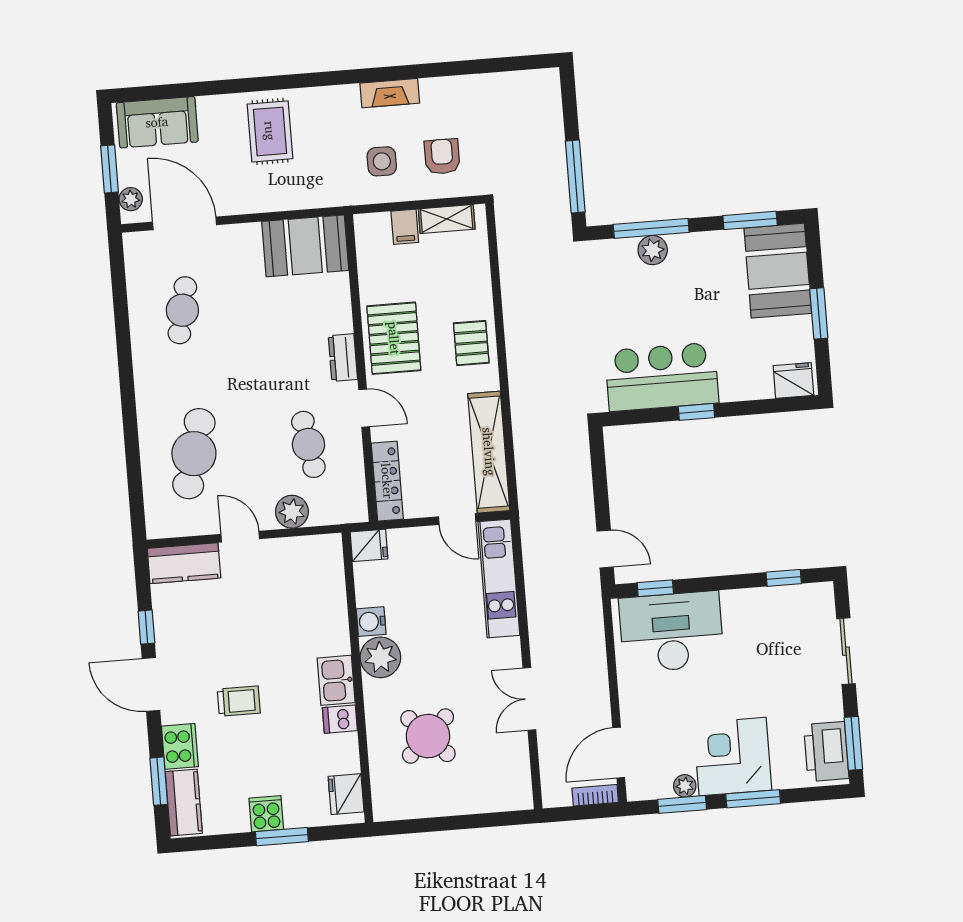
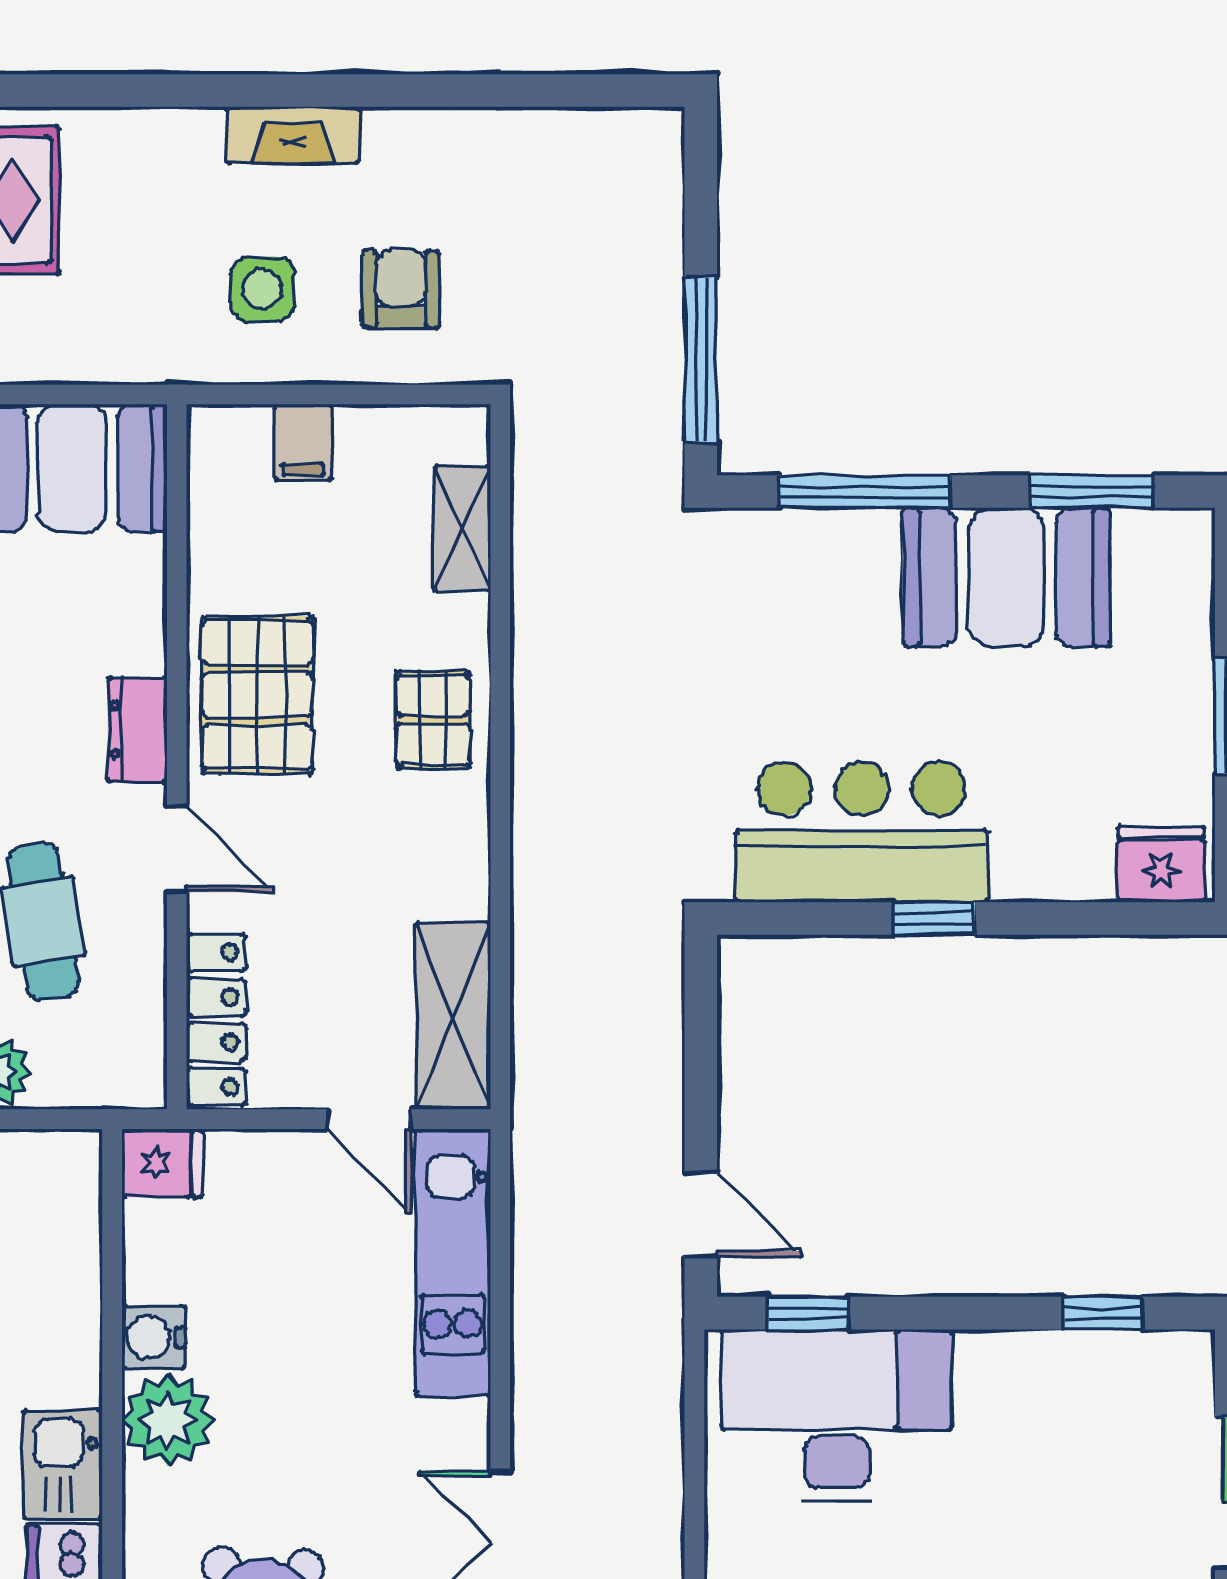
shelving: (447, 219) -> (462, 528), moved, turned 90
plant: (653, 250) -> (864, 541), removed
booth: (778, 271) -> (1006, 577), moved, turned 90
shelving: (489, 452) -> (453, 1016), width x0.68

